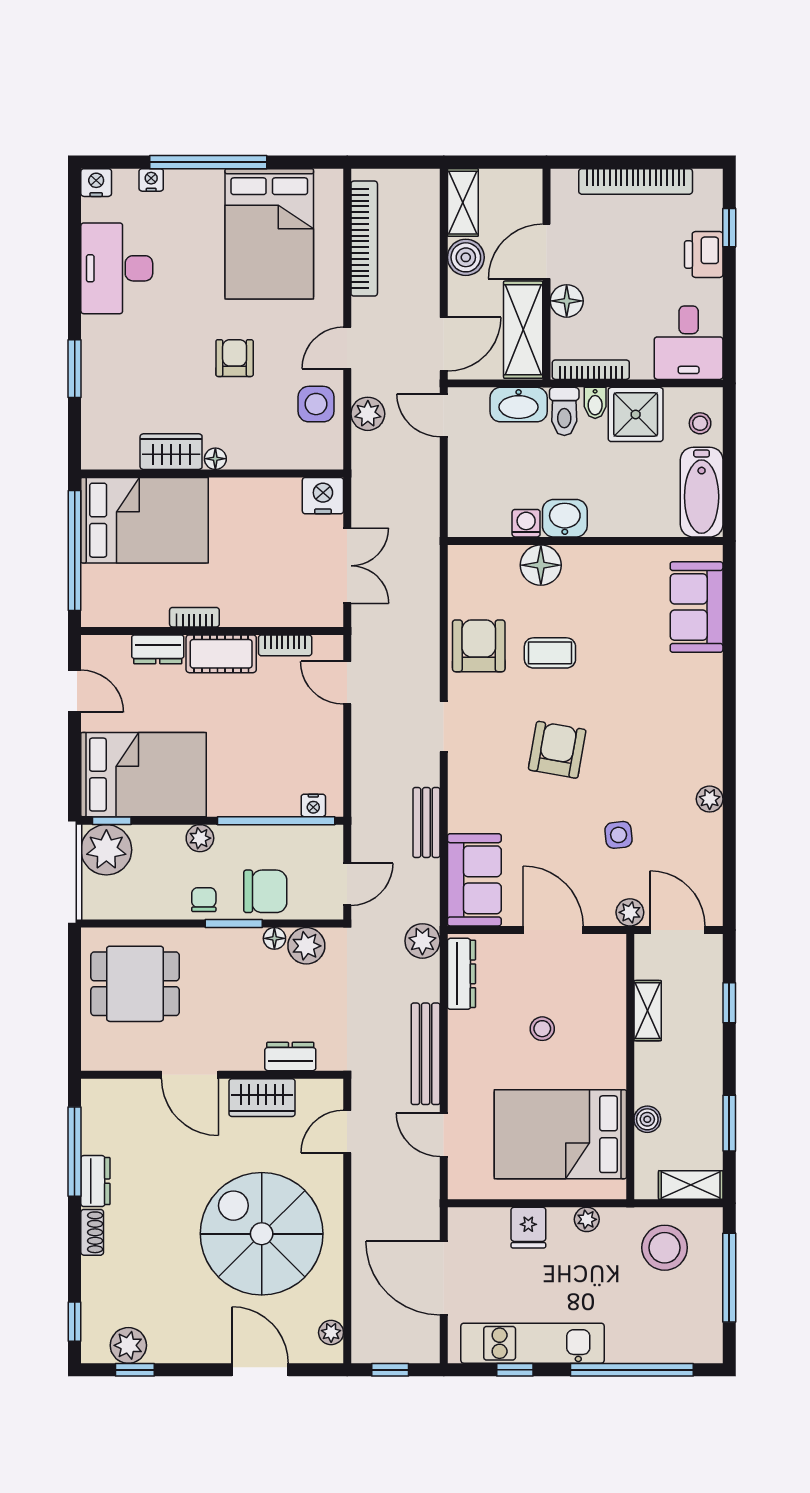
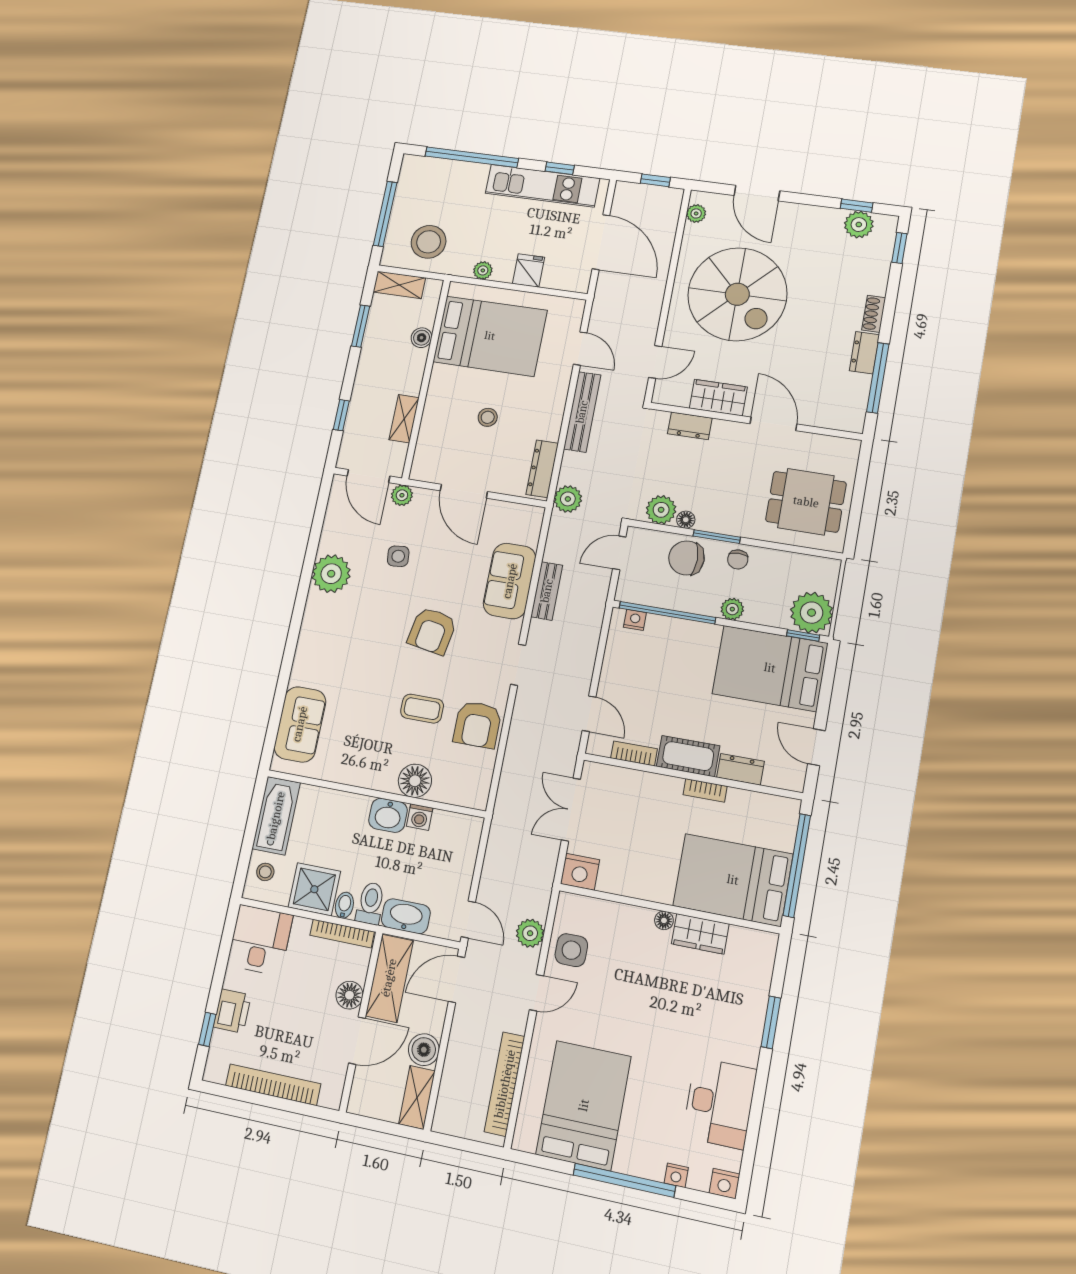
armchair: (235, 358) -> (632, 1003), removed
plant: (710, 799) -> (331, 574), width x1.87, depth x1.87
sofa: (474, 880) -> (510, 581), moved

